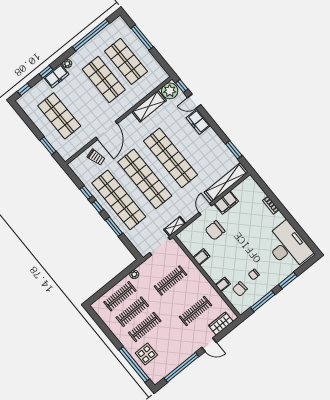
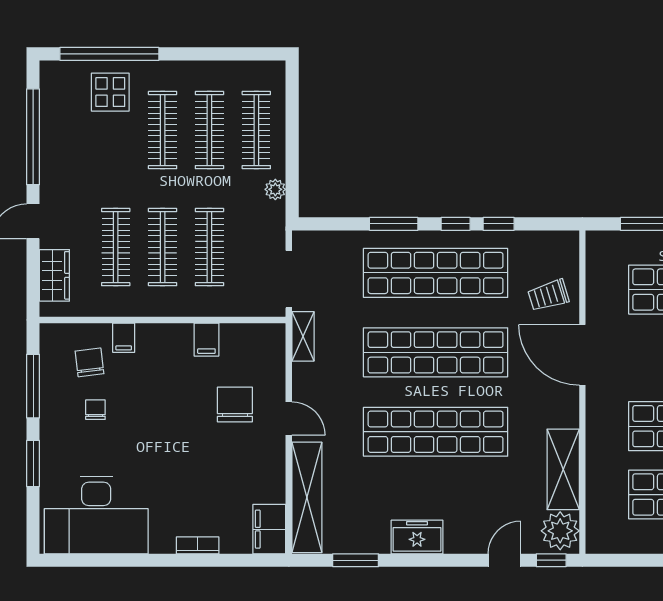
freezer: (198, 122) -> (417, 537), moved
filing cabinet: (226, 203) -> (269, 529), moved
clothes rail: (183, 296) -> (163, 247), added

